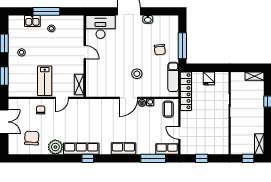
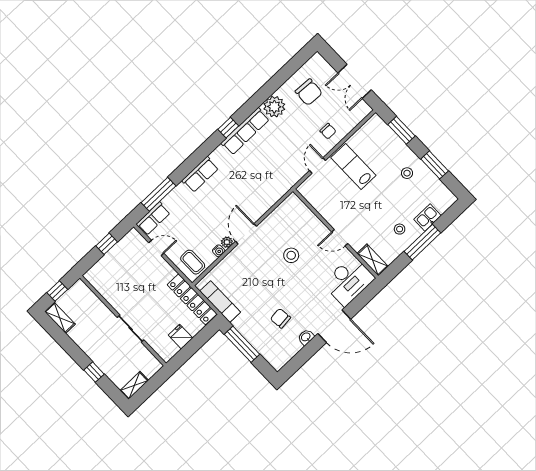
chair: (160, 50) -> (280, 318), moved
stool: (137, 74) -> (291, 255), moved
shelving: (79, 84) -> (373, 260), moved

